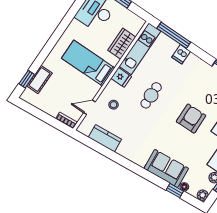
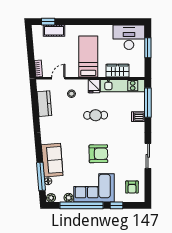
door: (89, 107) -> (58, 78), hinge flipped
window: (175, 191) -> (41, 176), width x2.17

